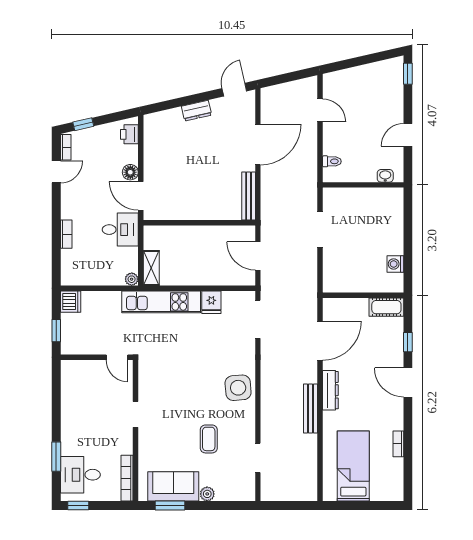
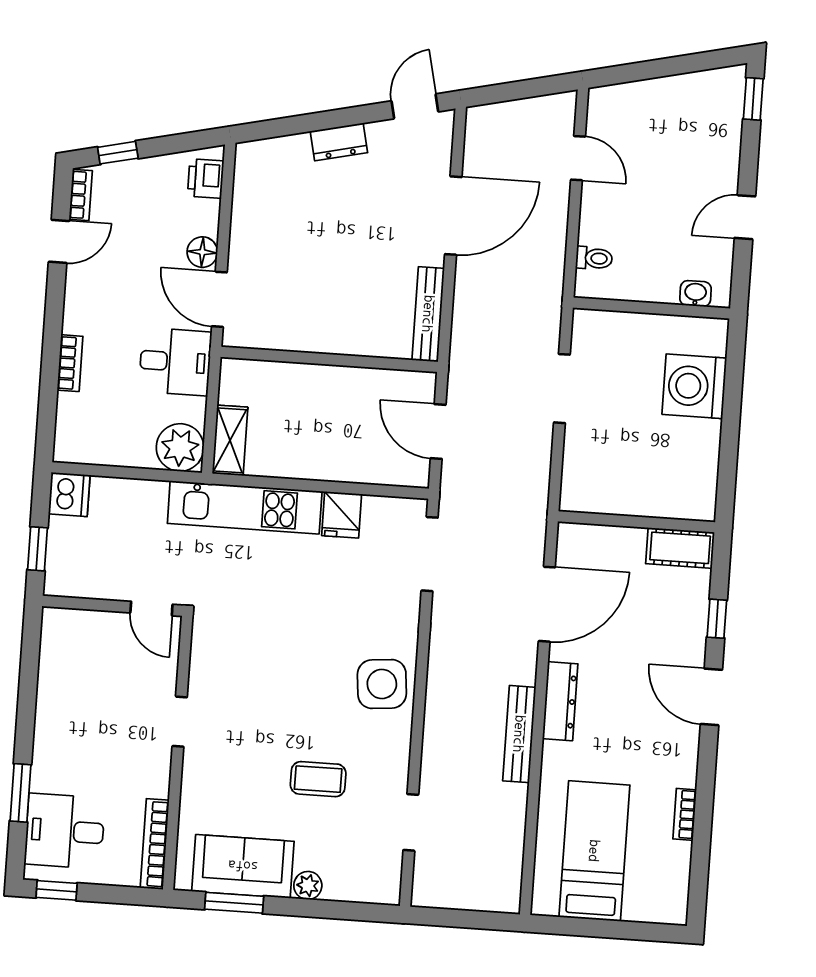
washing machine: (395, 264) -> (694, 386), moved, width x1.89, depth x1.89
plant: (132, 279) -> (180, 447), width x1.88, depth x1.88
coffee table: (209, 439) -> (318, 779), turned 90

